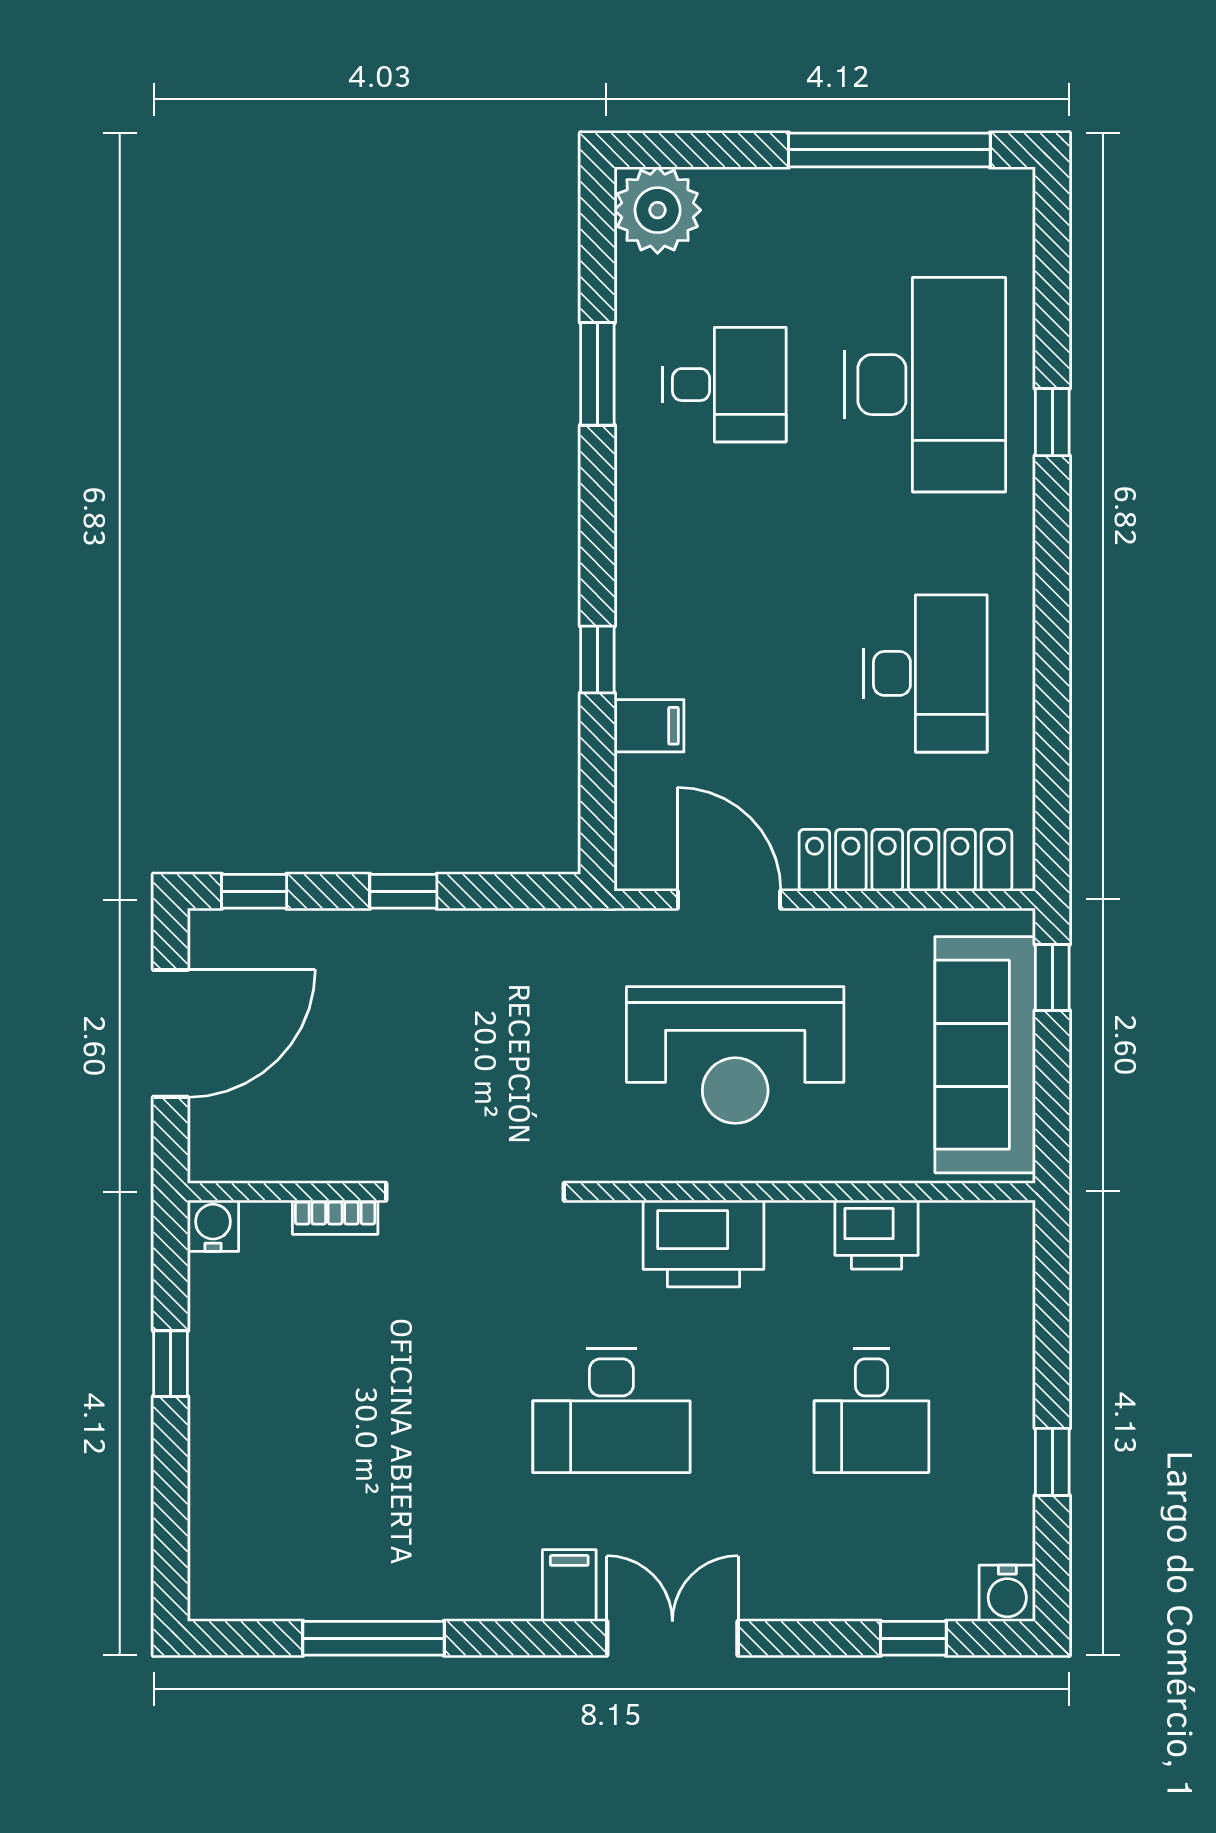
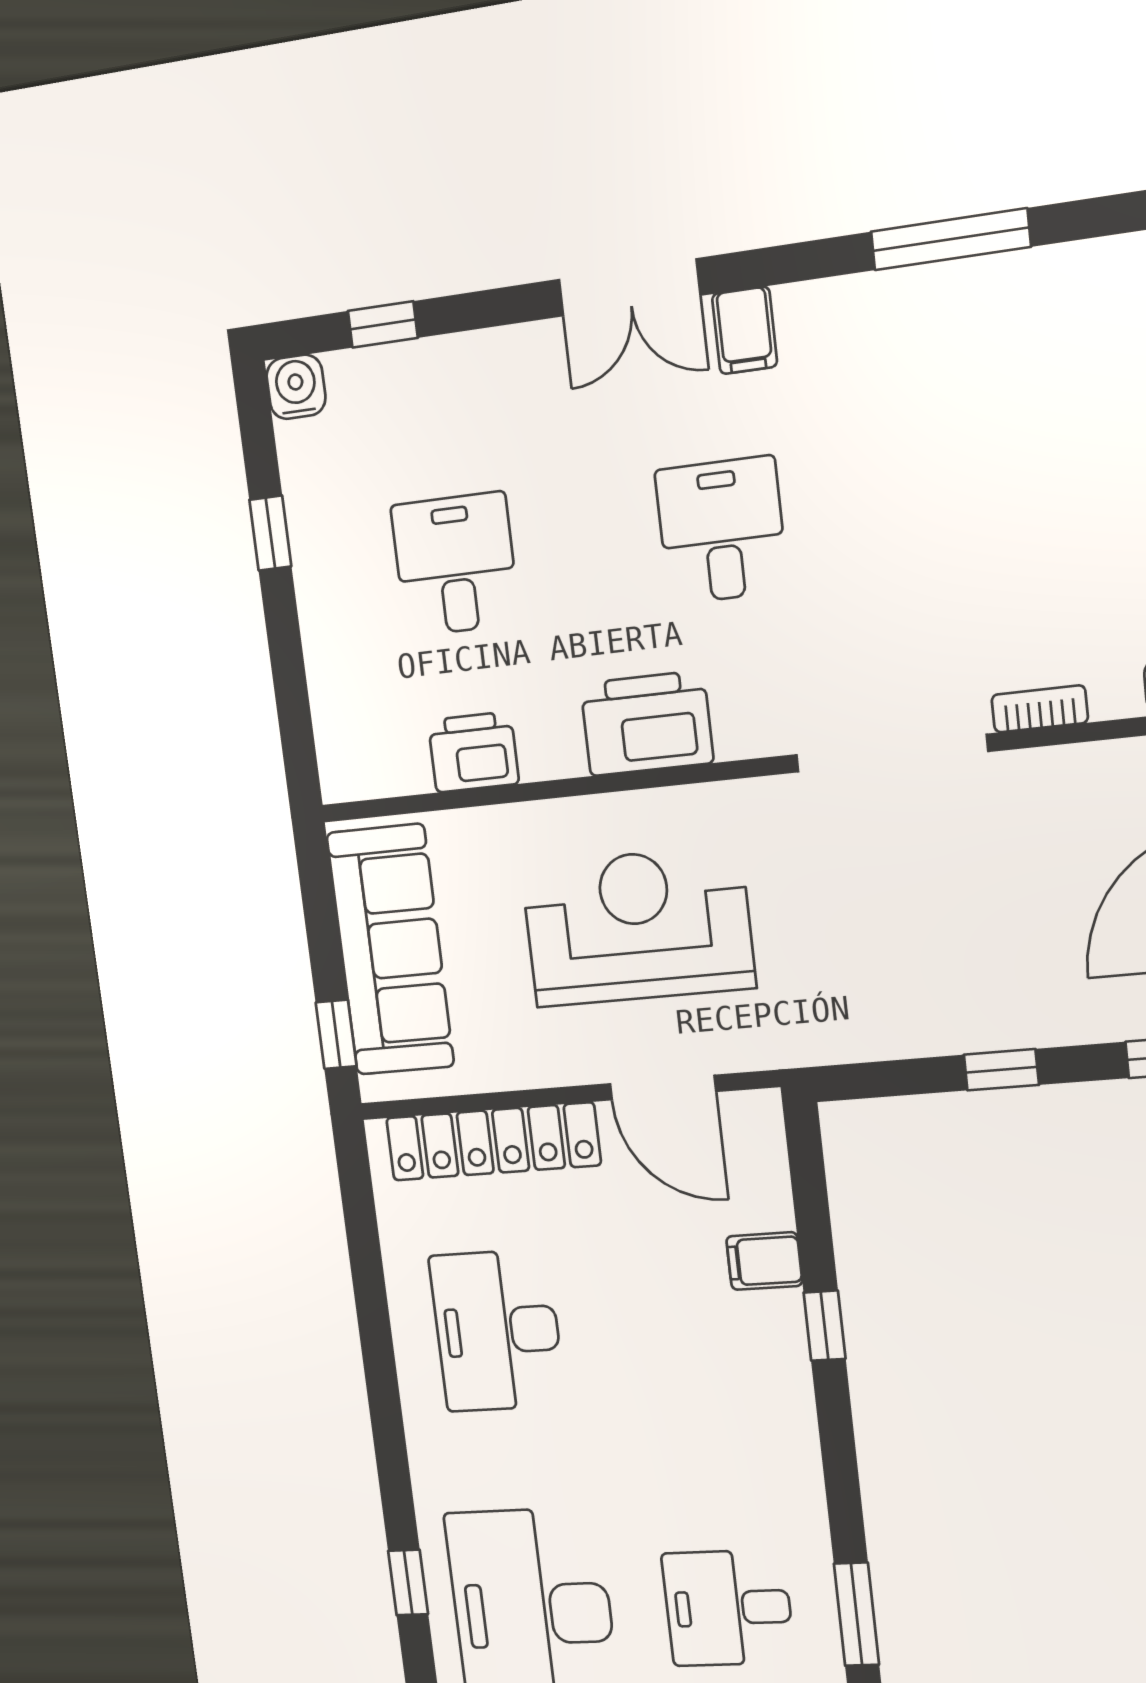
desk: (611, 1411) -> (722, 530), width x0.73

